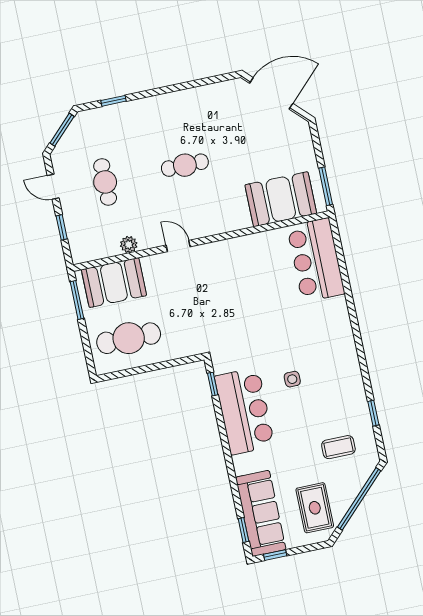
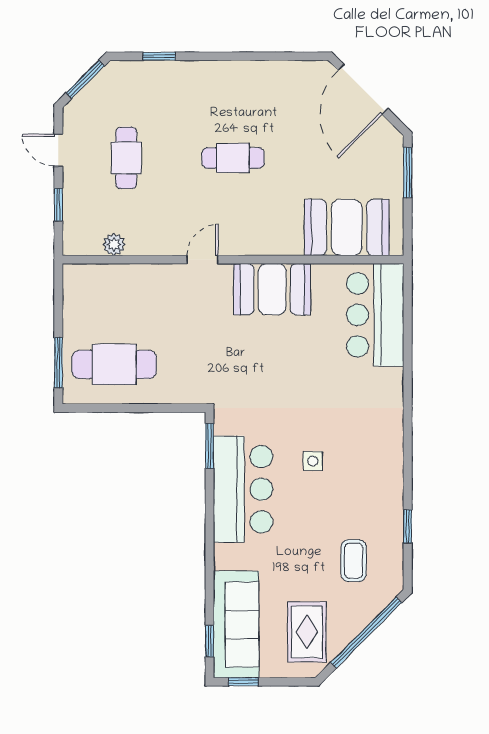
door: (271, 93) -> (363, 89), swing flipped
window: (326, 186) -> (408, 172), moved
plant: (129, 245) -> (114, 245), moved
door: (178, 246) -> (202, 260), hinge flipped
booth: (114, 283) -> (272, 289), moved
window: (77, 300) -> (58, 363), moved
window: (213, 384) -> (210, 446), width x1.50
coffee table: (338, 447) -> (354, 561), turned 90

